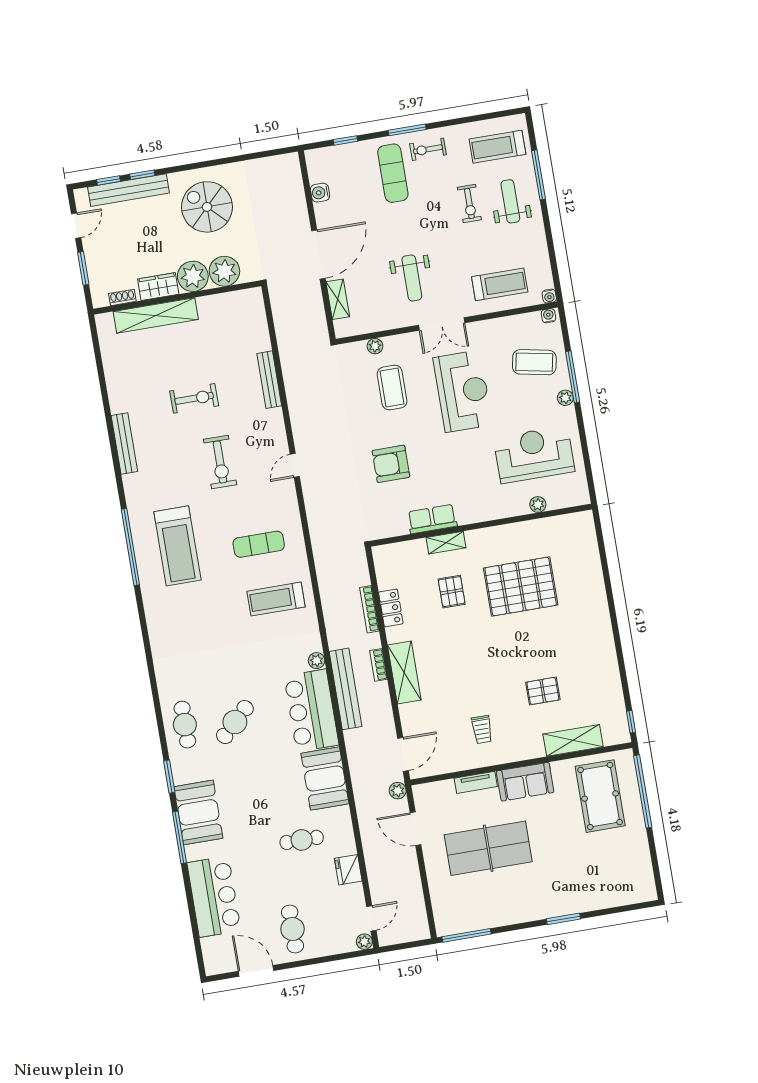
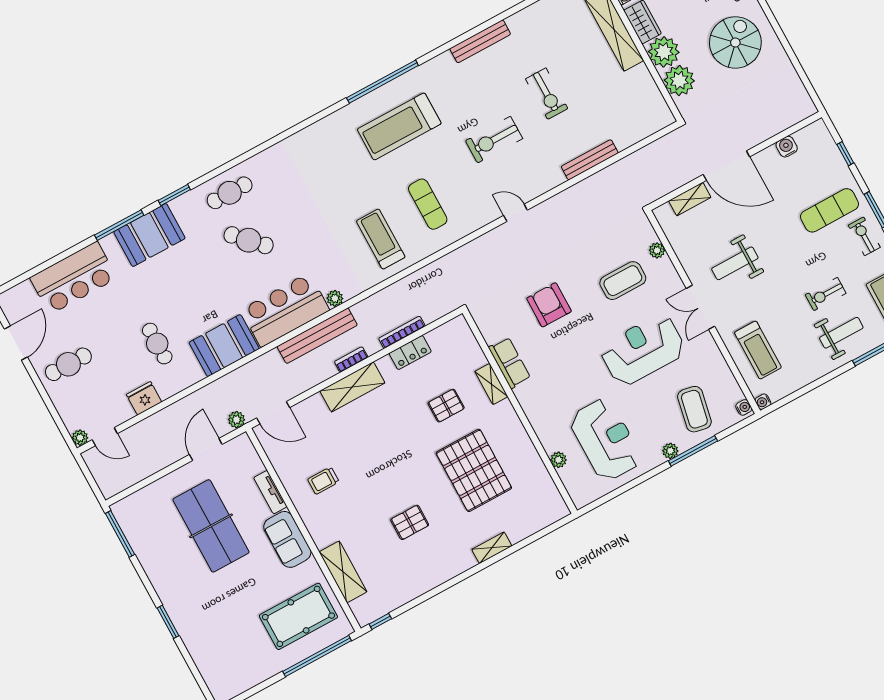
reception desk: (463, 391) -> (643, 350), turned 180
shelving: (598, 595) -> (492, 548), added
pallet: (543, 691) -> (410, 522), moved, turned 90

